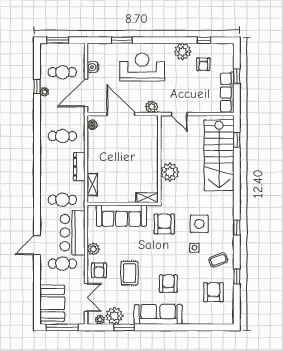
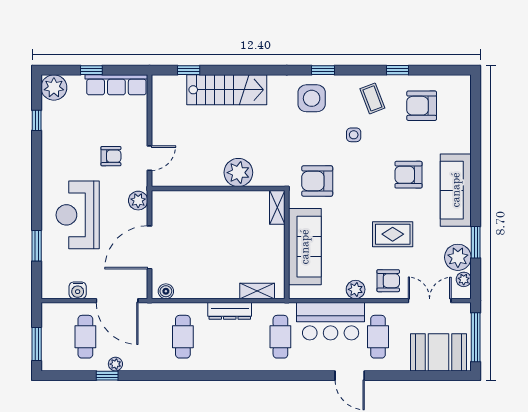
plant: (183, 52) -> (54, 88), moved
armchair: (203, 64) -> (111, 156), moved
stairs: (219, 155) -> (227, 90), width x0.73, depth x0.66
side table: (199, 224) -> (312, 98), moved

